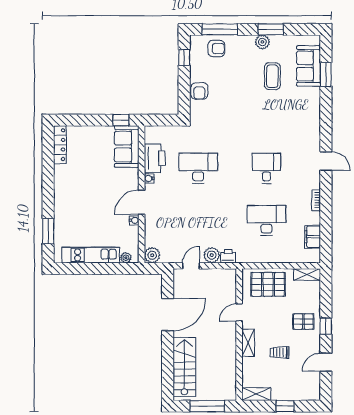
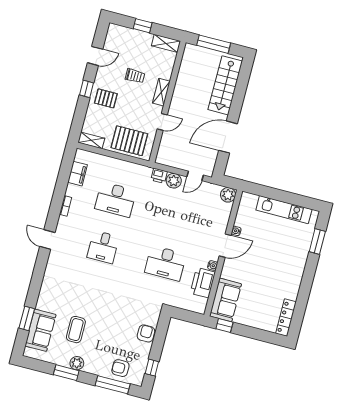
plant: (126, 258) -> (253, 199), removed

